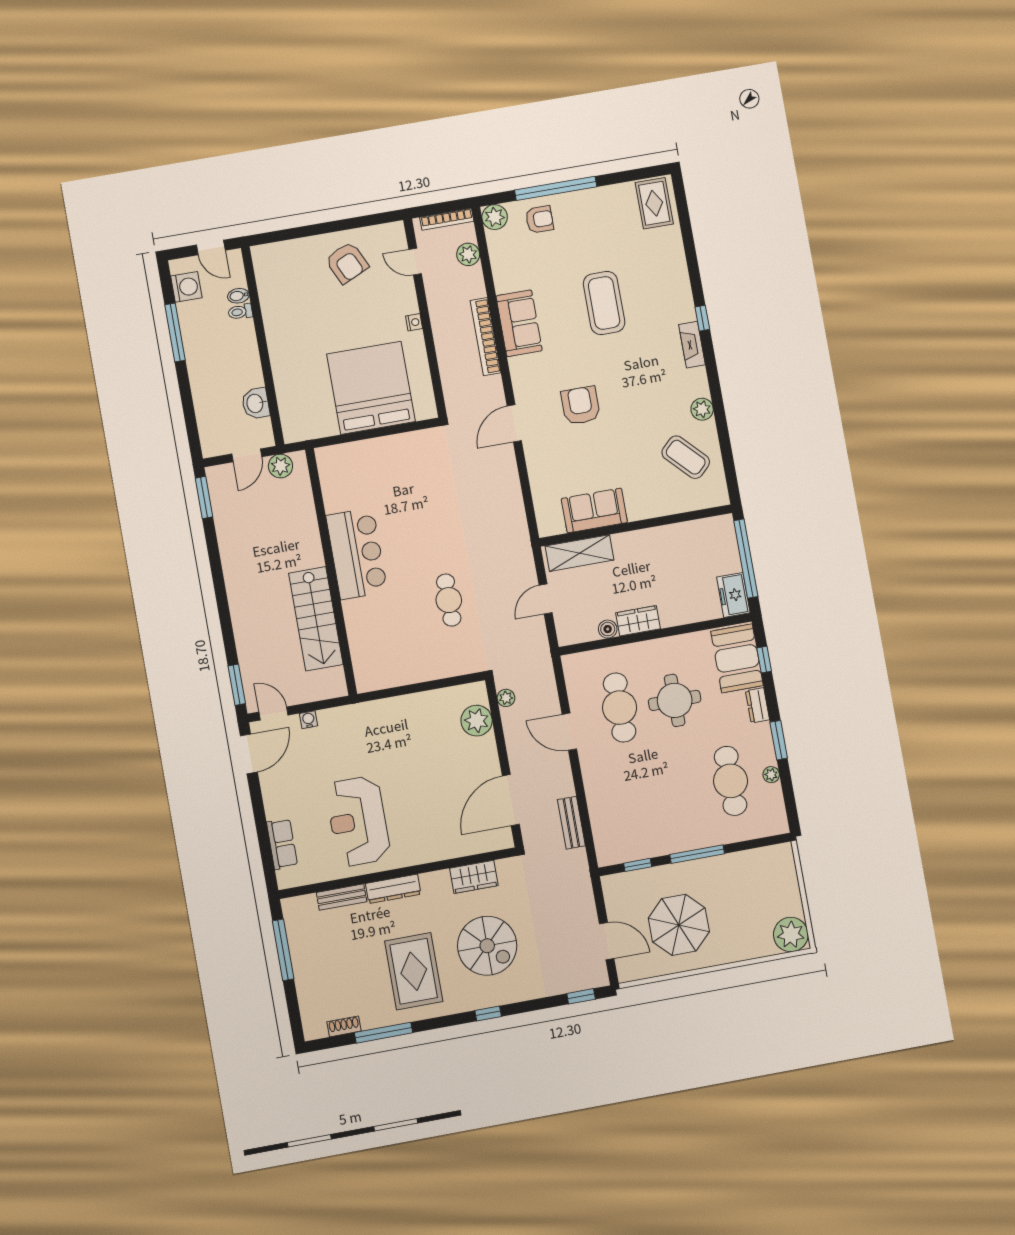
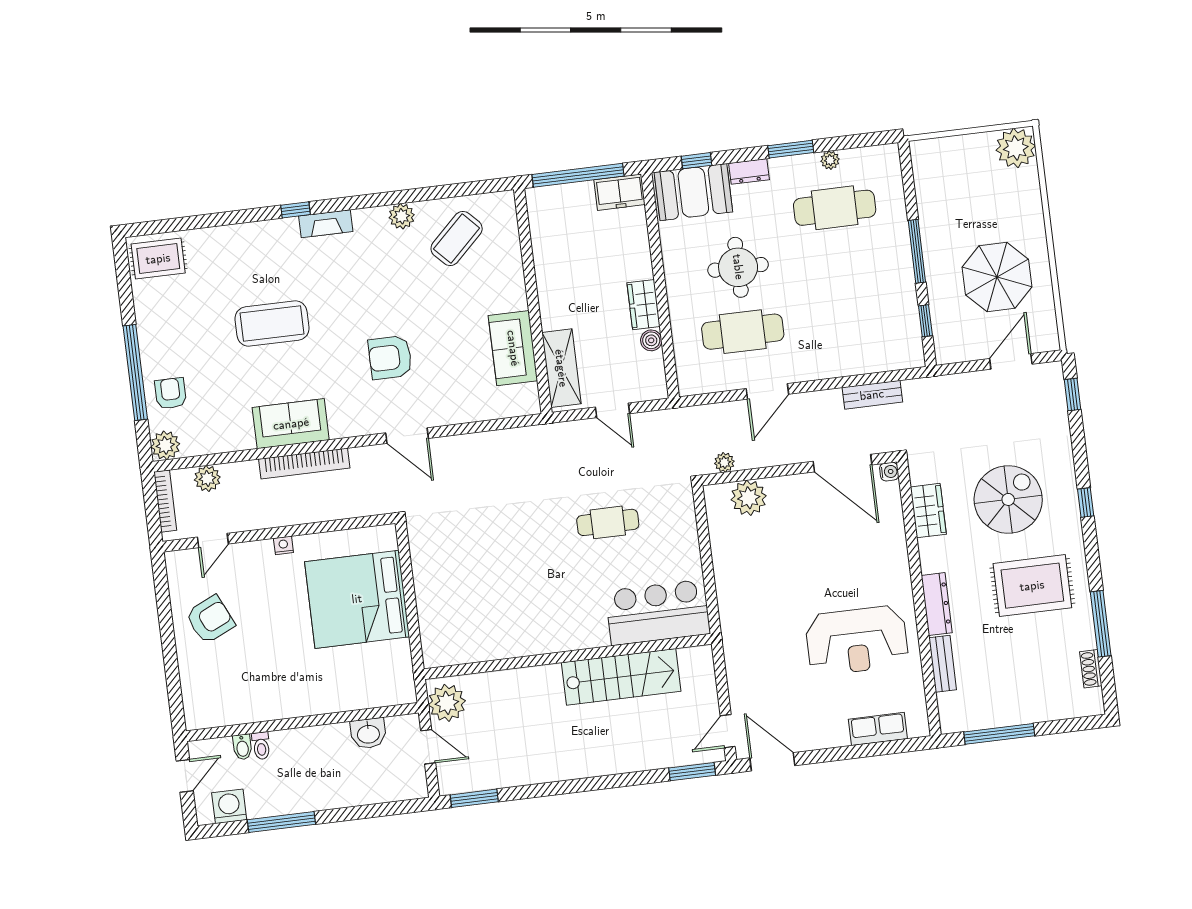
plant: (280, 466) -> (447, 703), width x1.36, depth x1.36
bar counter: (357, 554) -> (658, 612), moved
water cooler: (308, 720) -> (889, 472), moved, turned 180

